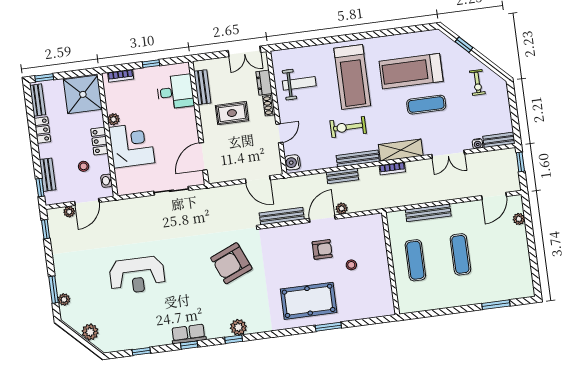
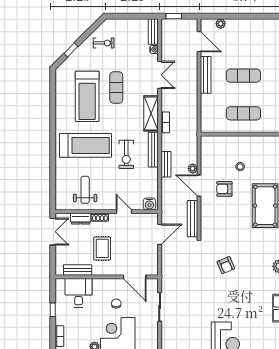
chair: (168, 138) -> (116, 304), added
bench: (428, 213) -> (206, 75), moved
armchair: (322, 249) -> (224, 189), turned -90
armchair: (231, 263) -> (226, 265), width x0.53, depth x0.53

